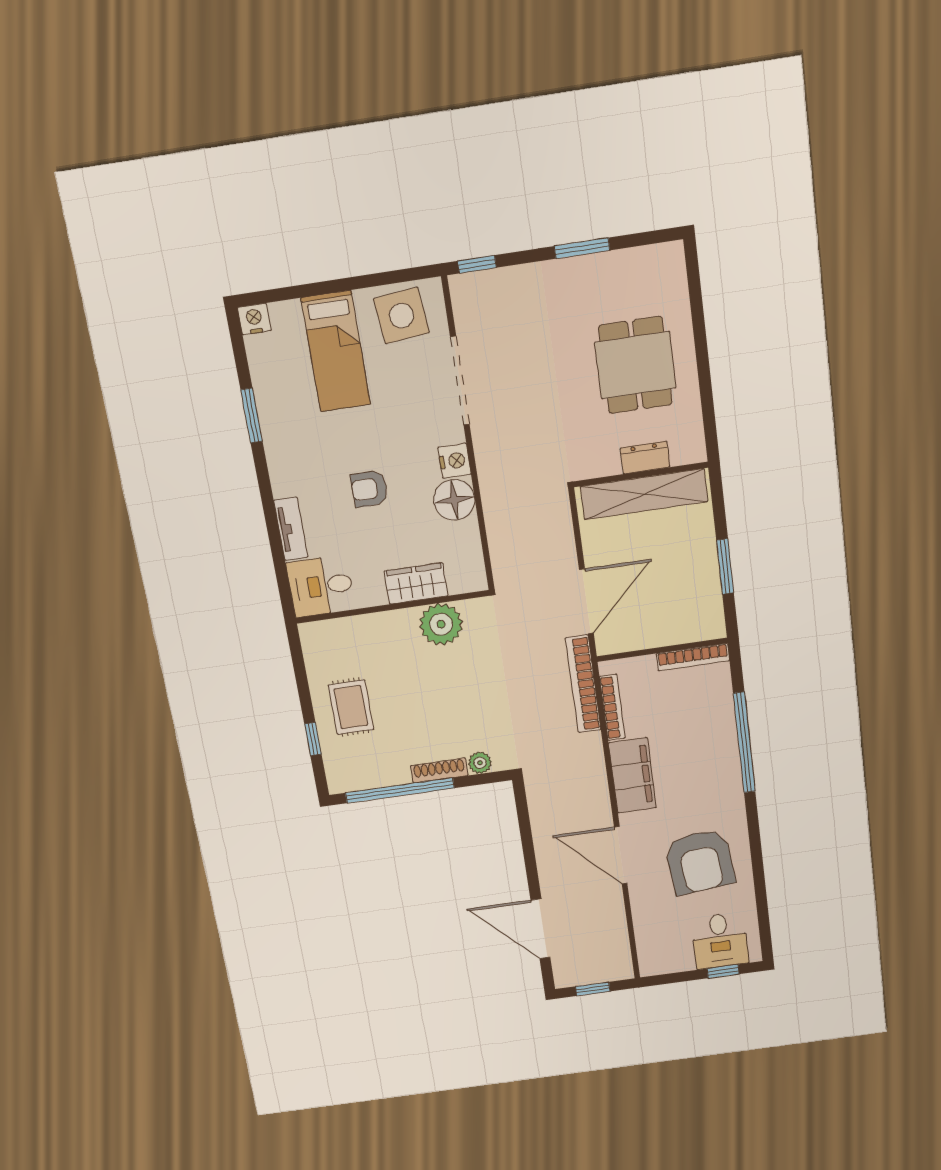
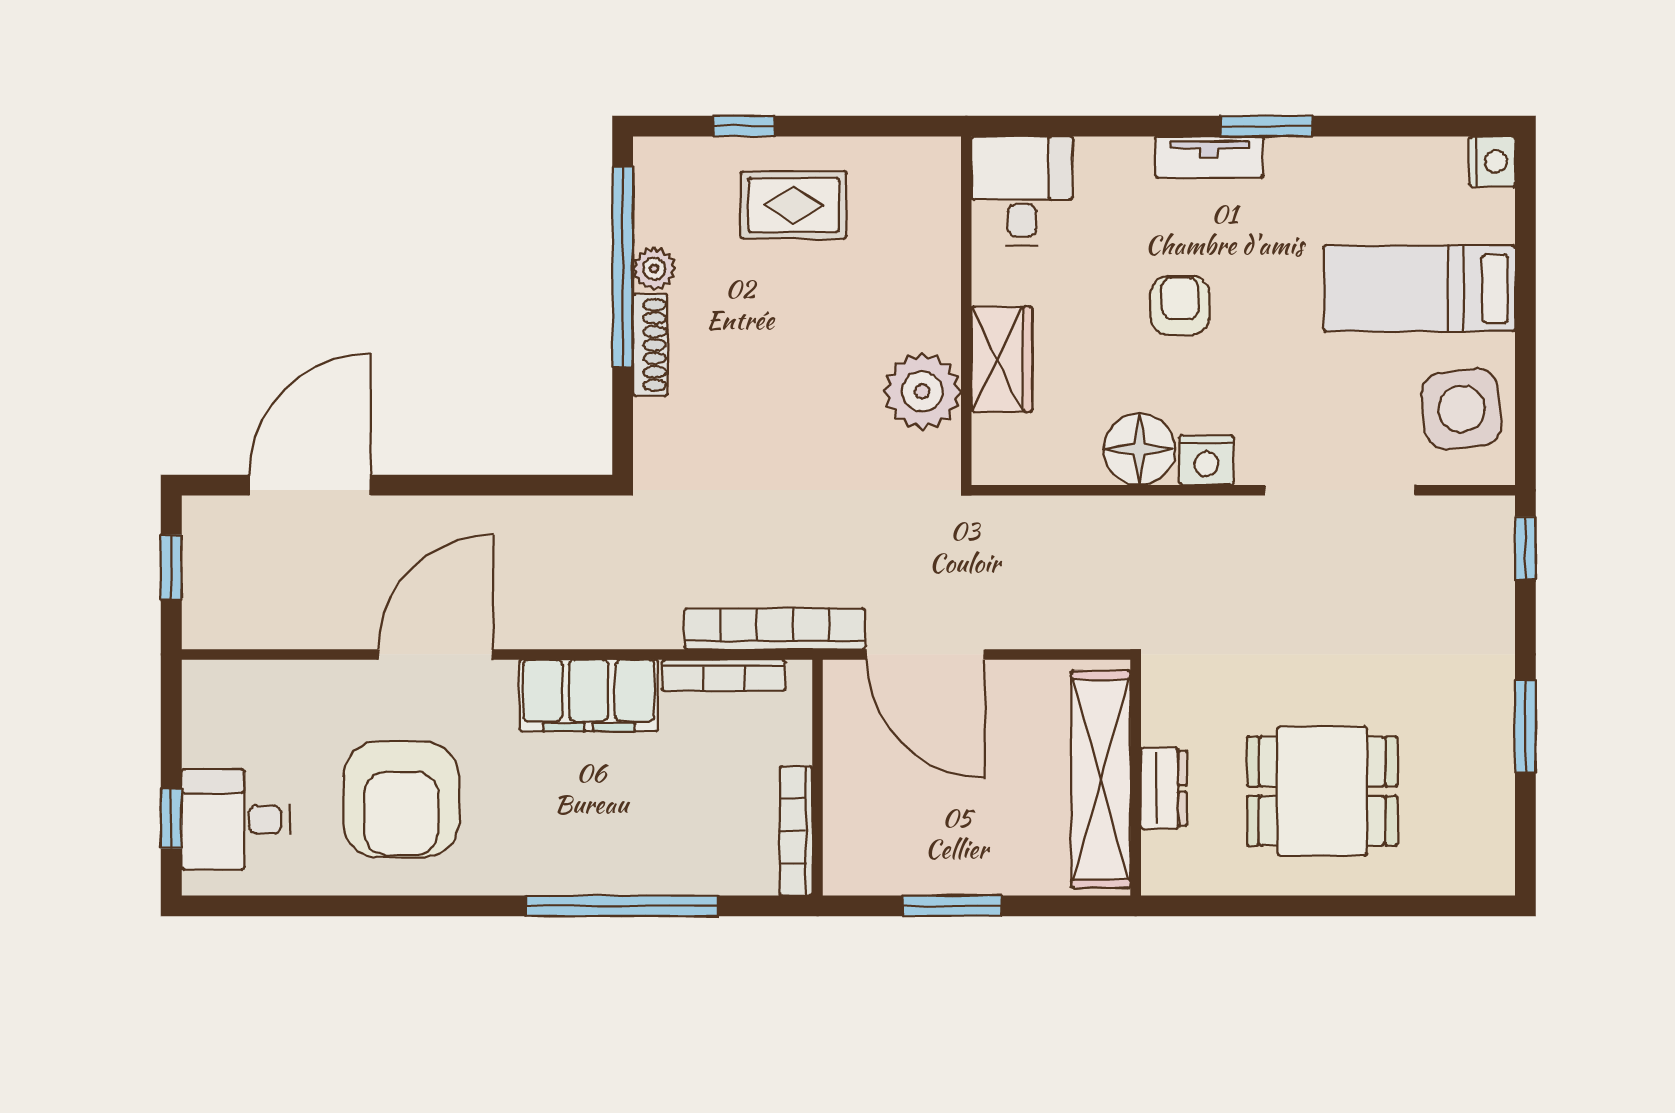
window: (252, 416) -> (1266, 126), moved
tv unit: (291, 529) -> (1209, 157), moved
plant: (480, 763) -> (654, 269), moved
armchair: (700, 862) -> (401, 799), turned -84

